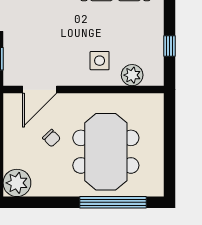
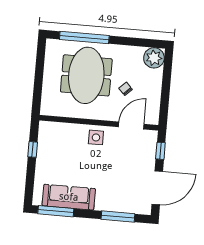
side table: (100, 61) -> (96, 137), moved
plant: (132, 75) -> (62, 130), removed

